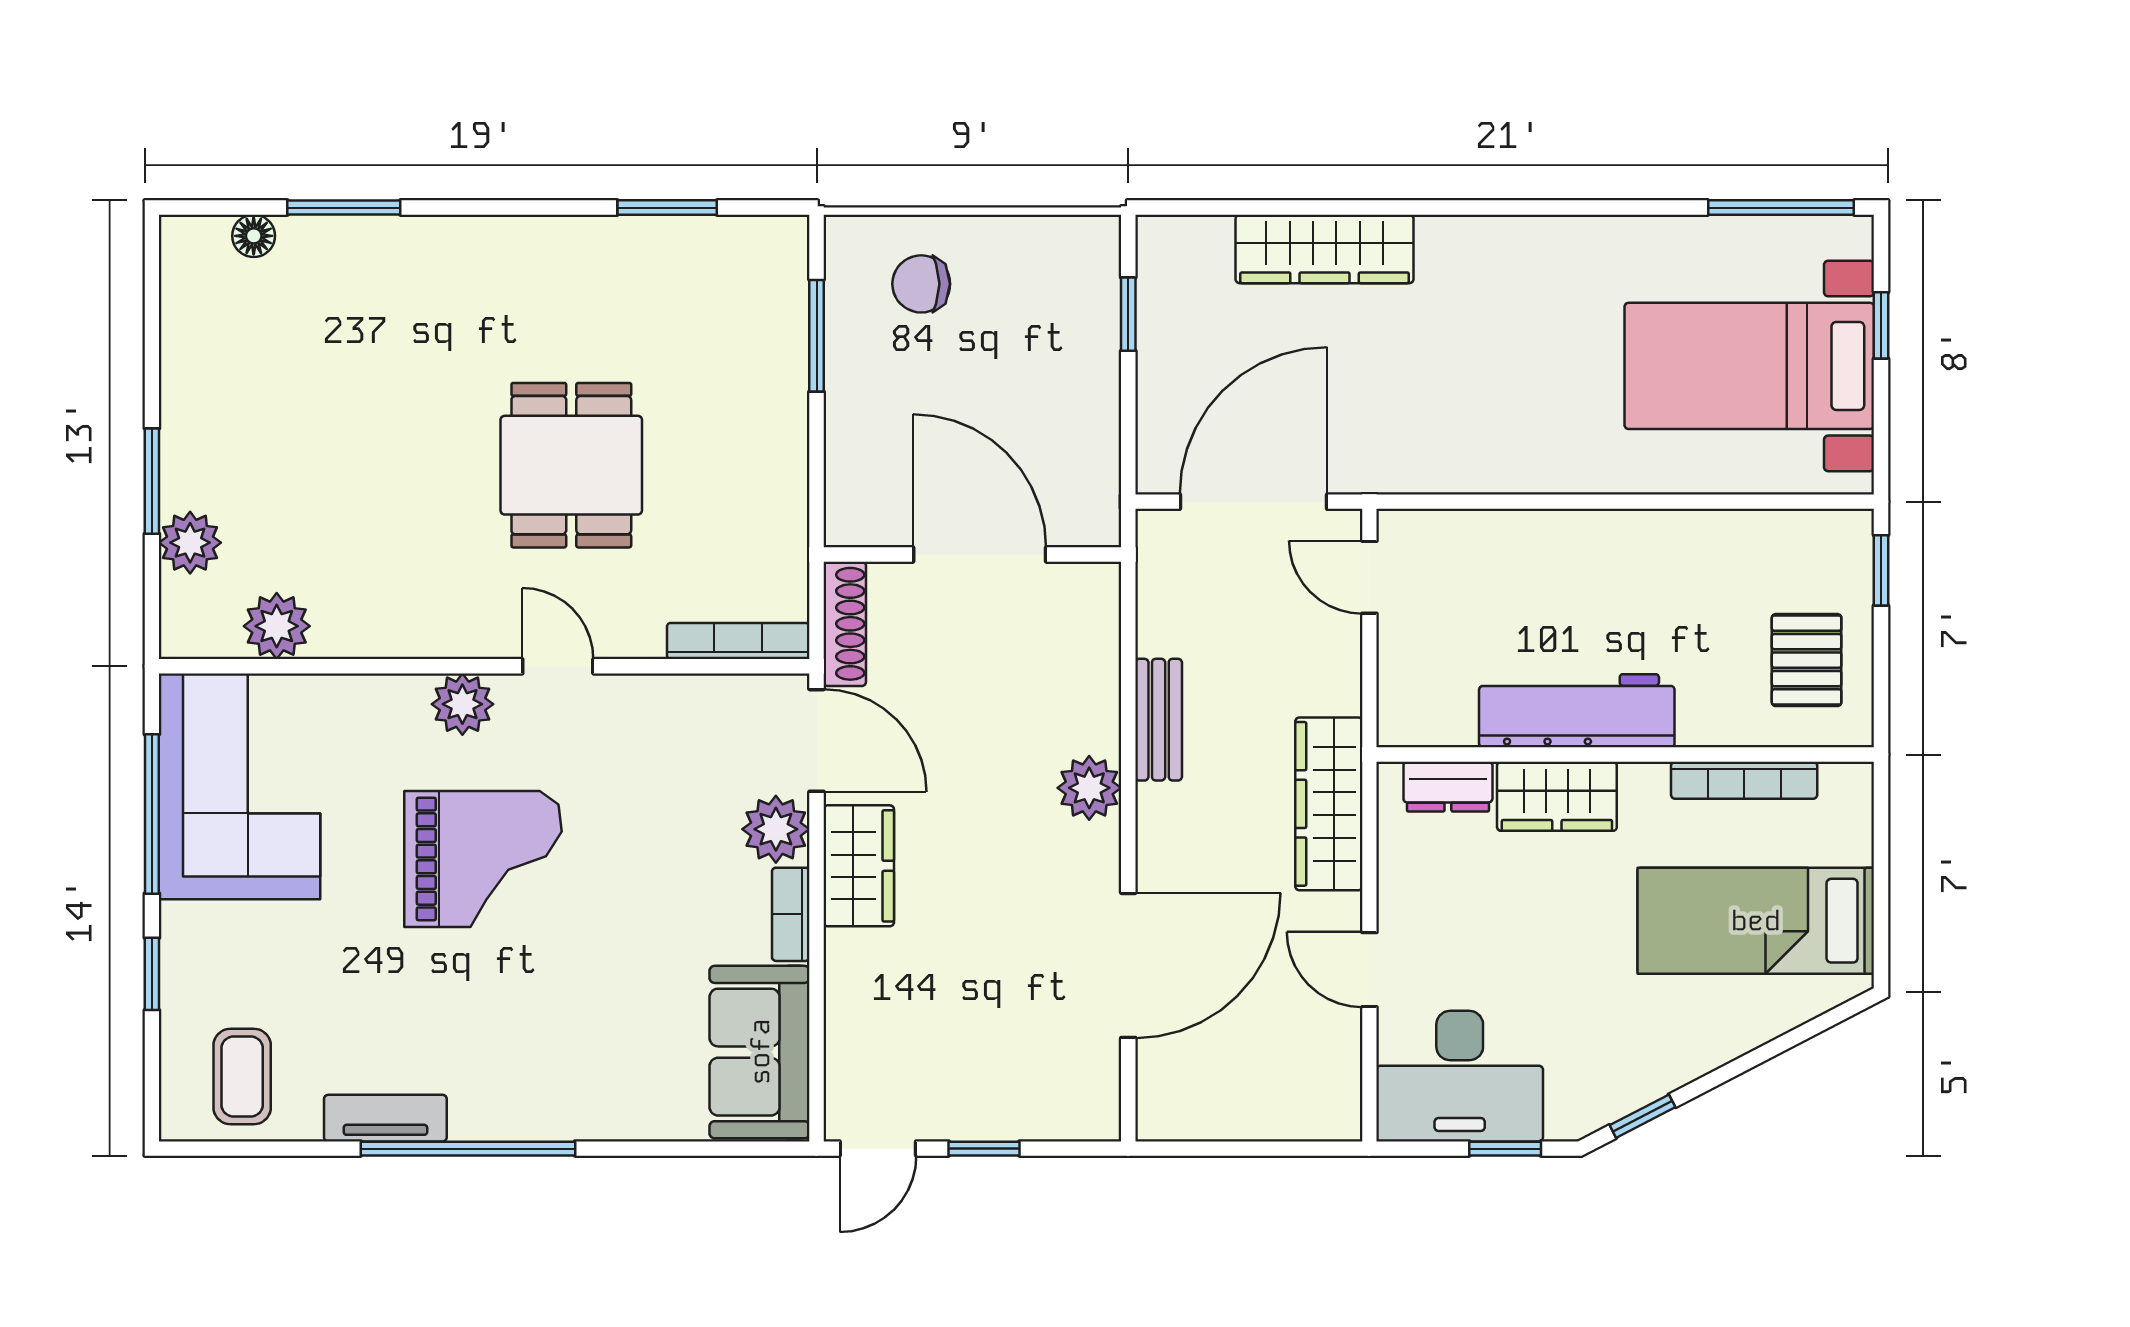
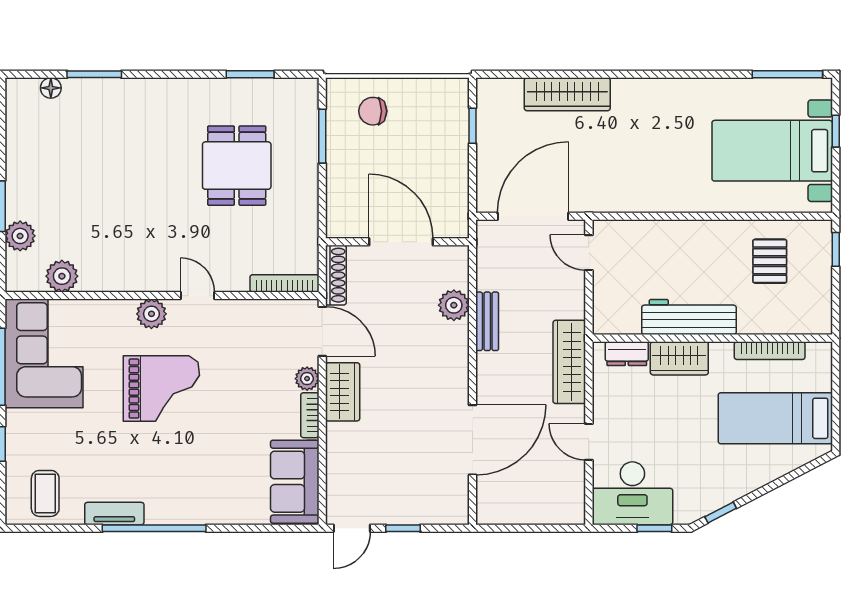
dining table: (571, 465) -> (237, 166), moved
pallet: (1807, 660) -> (770, 261), moved
plant: (1089, 788) -> (454, 305), moved
plant: (776, 829) -> (307, 379), width x0.73, depth x0.73

